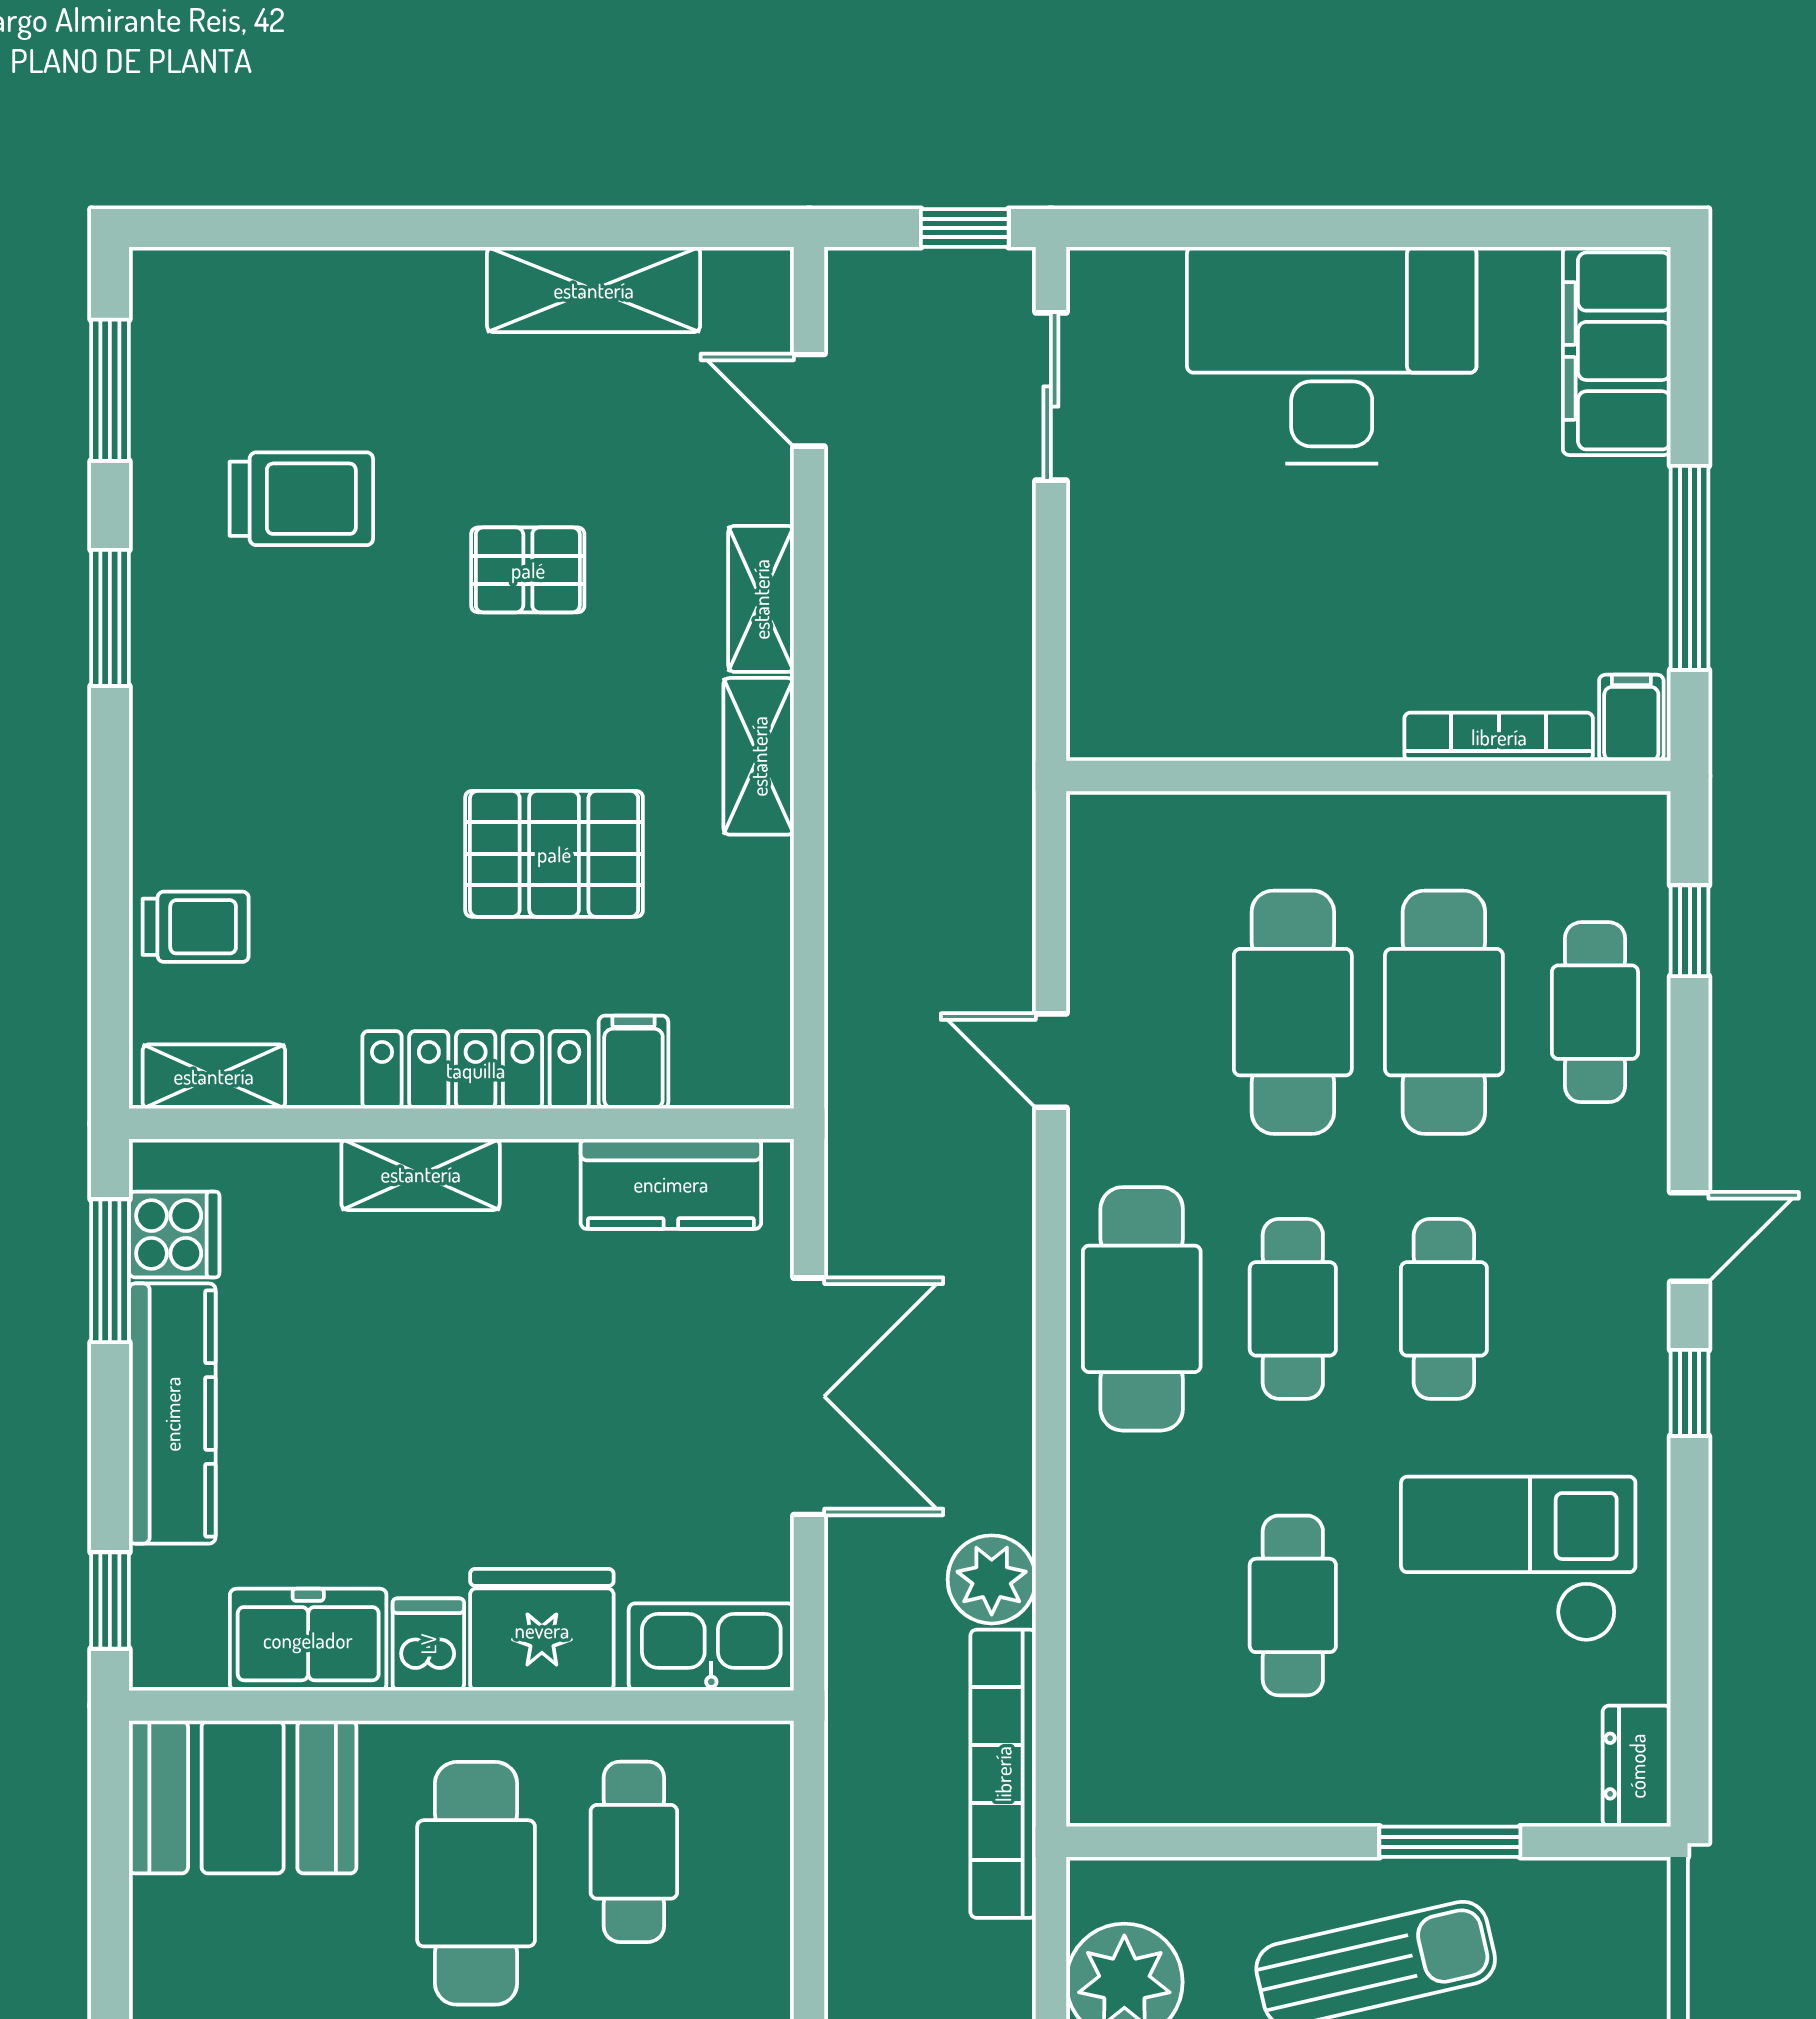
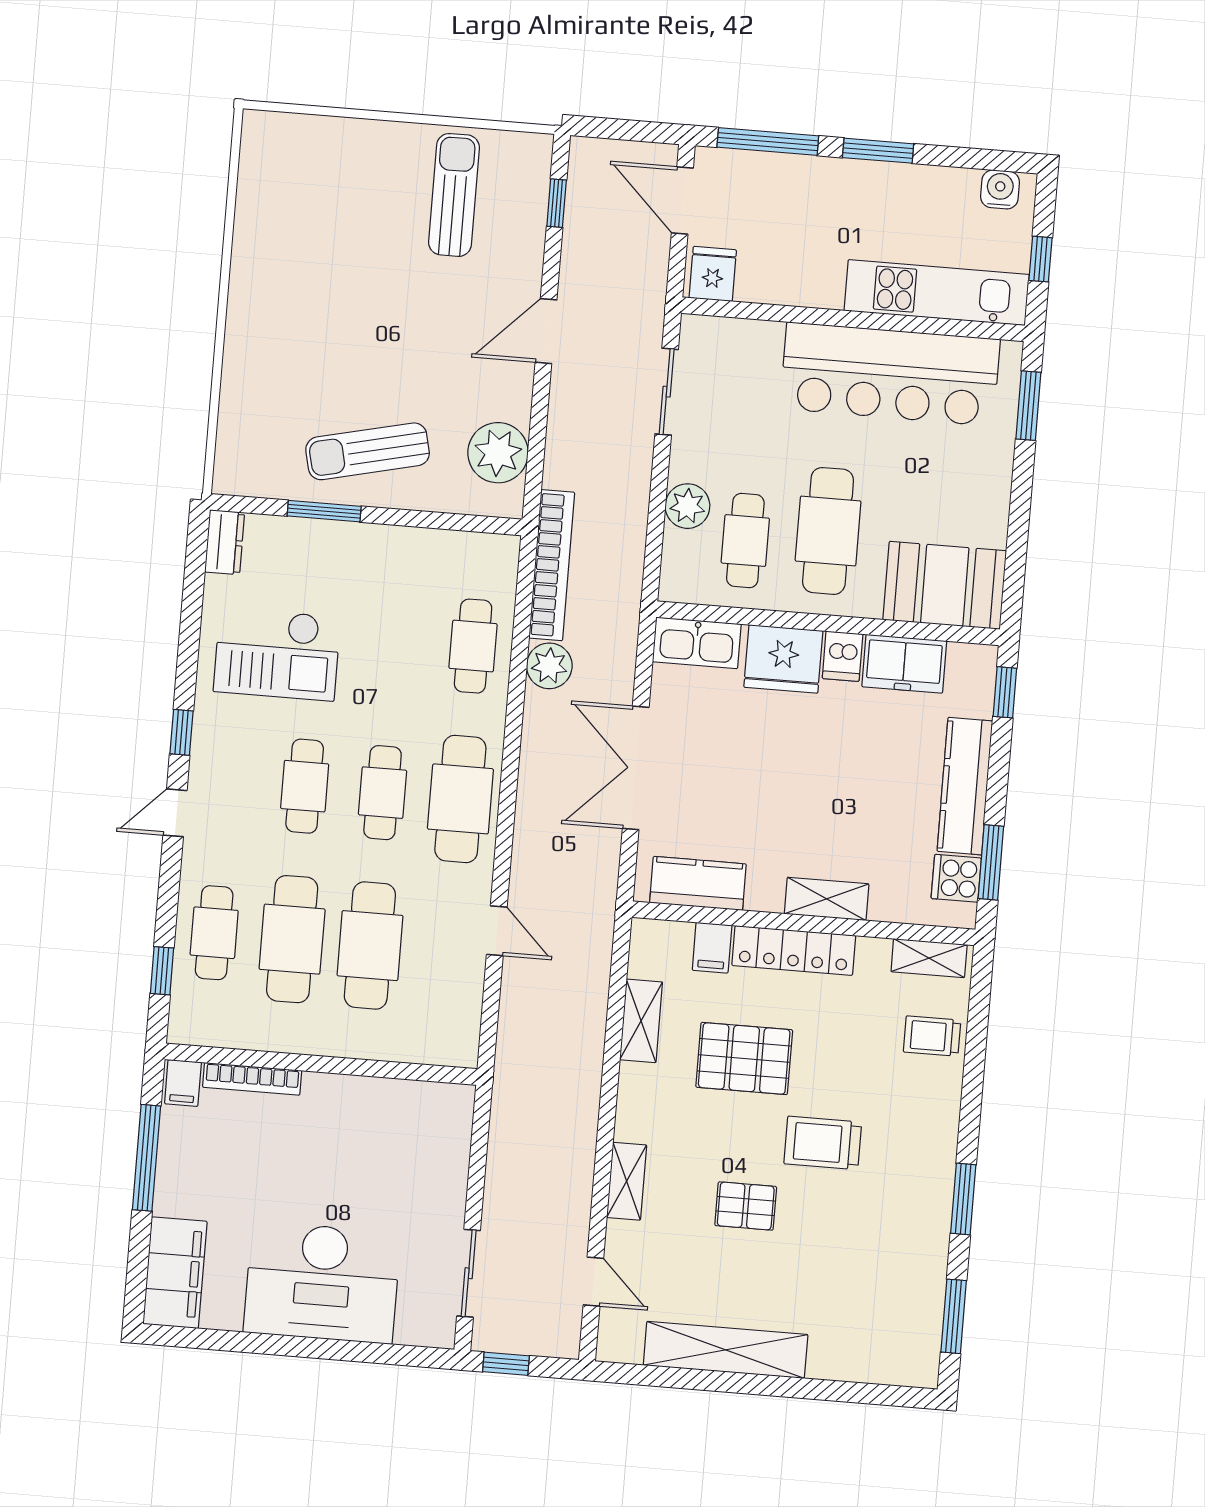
shelving: (594, 290) -> (726, 1350), width x1.47
trolley: (301, 499) -> (823, 1143), moved
shelving: (759, 756) -> (641, 1021), moved
cafe table: (1293, 1605) -> (473, 646), moved
plant: (751, 1909) -> (687, 506), added

